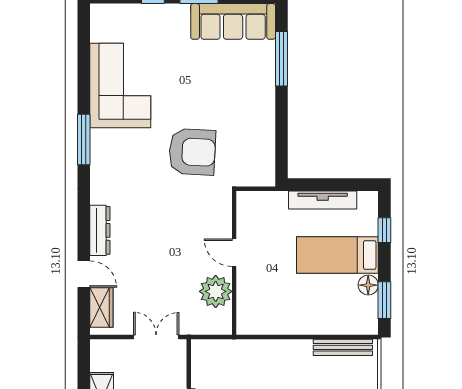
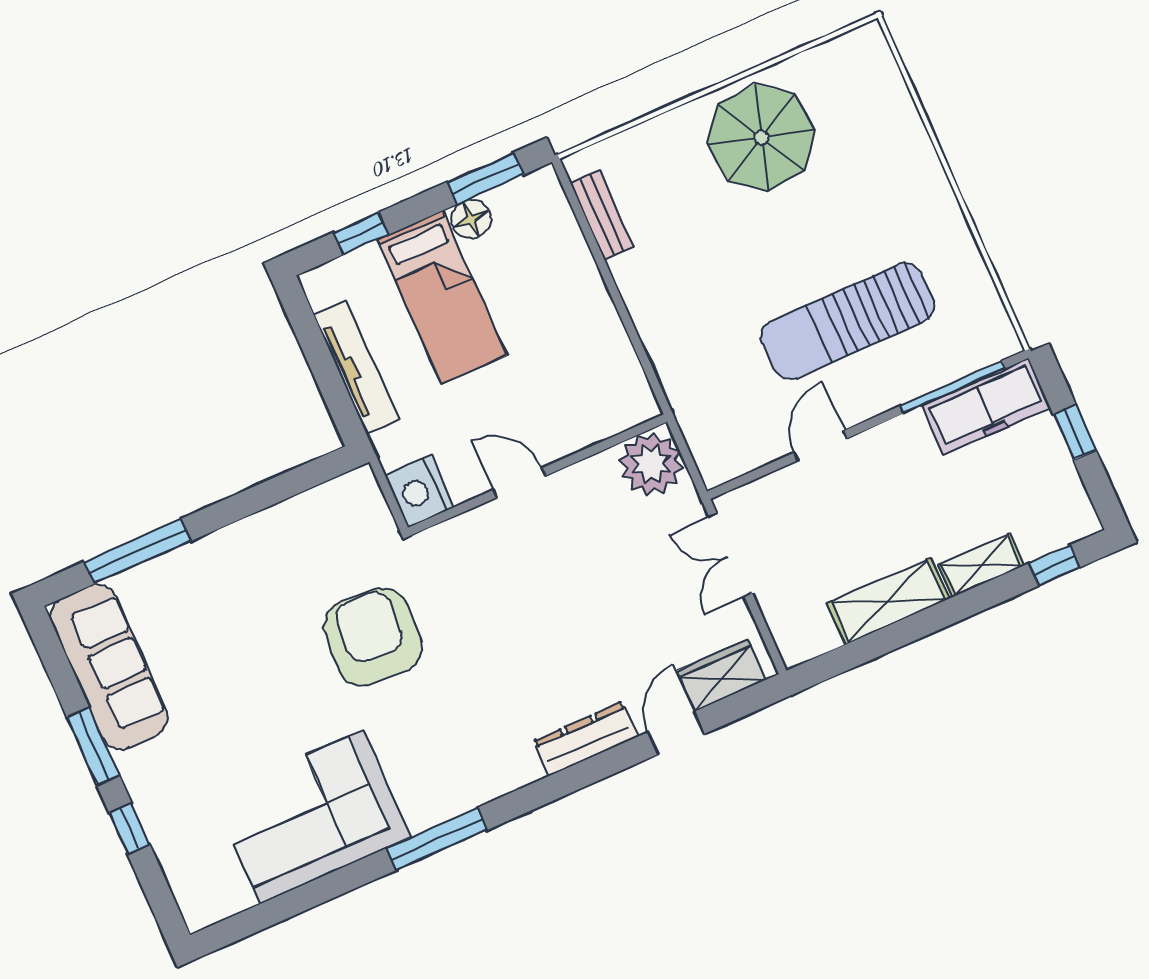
nightstand: (251, 204) -> (420, 492), added
door: (234, 253) -> (519, 483), swing flipped
plant: (216, 291) -> (651, 464), moved
bench: (343, 347) -> (602, 215), width x0.73

